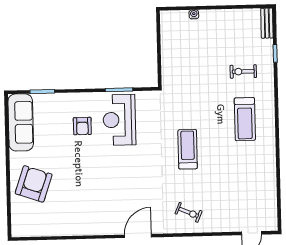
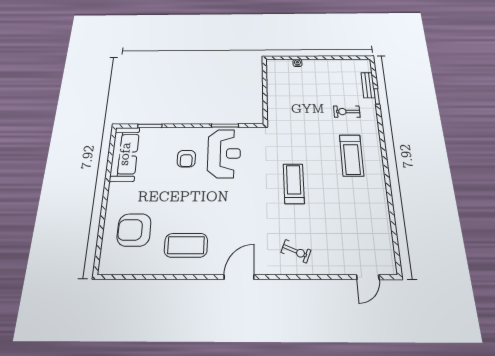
bench: (267, 23) -> (368, 85), moved
reception desk: (119, 120) -> (224, 153), turned 180
armchair: (34, 184) -> (134, 230), moved, turned -109
coffee table: (89, 210) -> (186, 245), added

